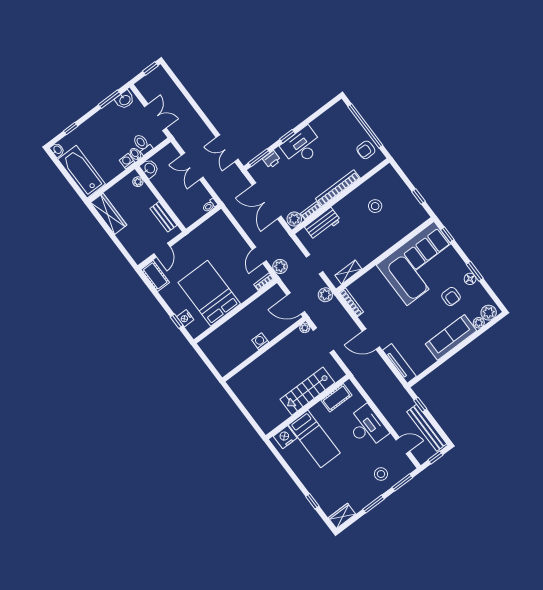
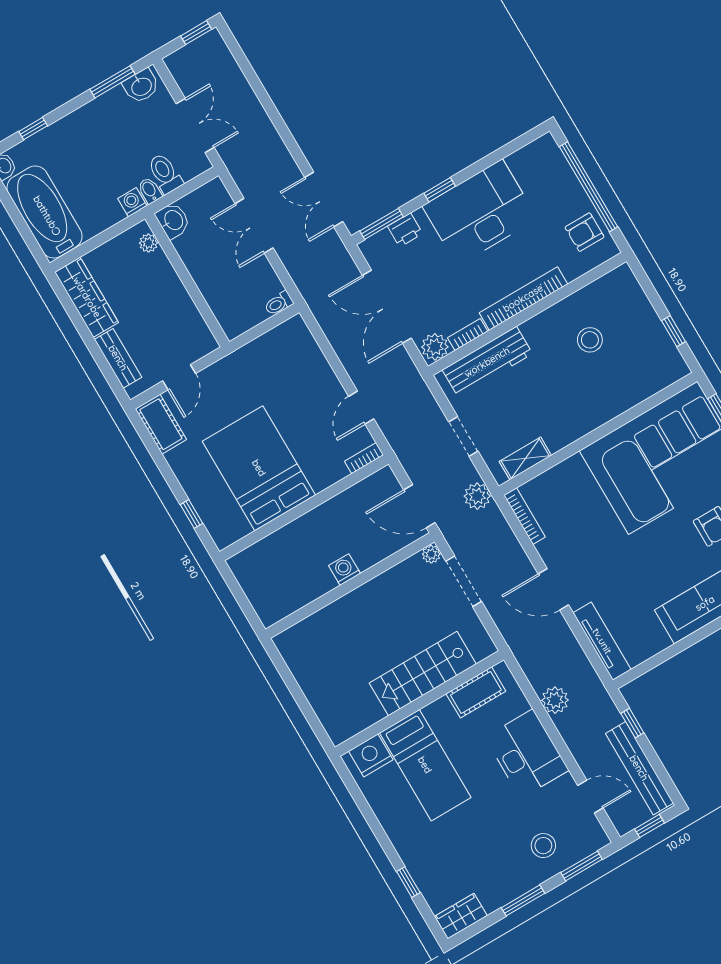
desk: (302, 146) -> (480, 212), width x1.36, depth x1.30
bench: (163, 217) -> (118, 358), moved
workbench: (323, 224) -> (487, 362), width x1.38
plant: (280, 266) -> (555, 700), moved
nightstand: (185, 318) -> (208, 510), removed

